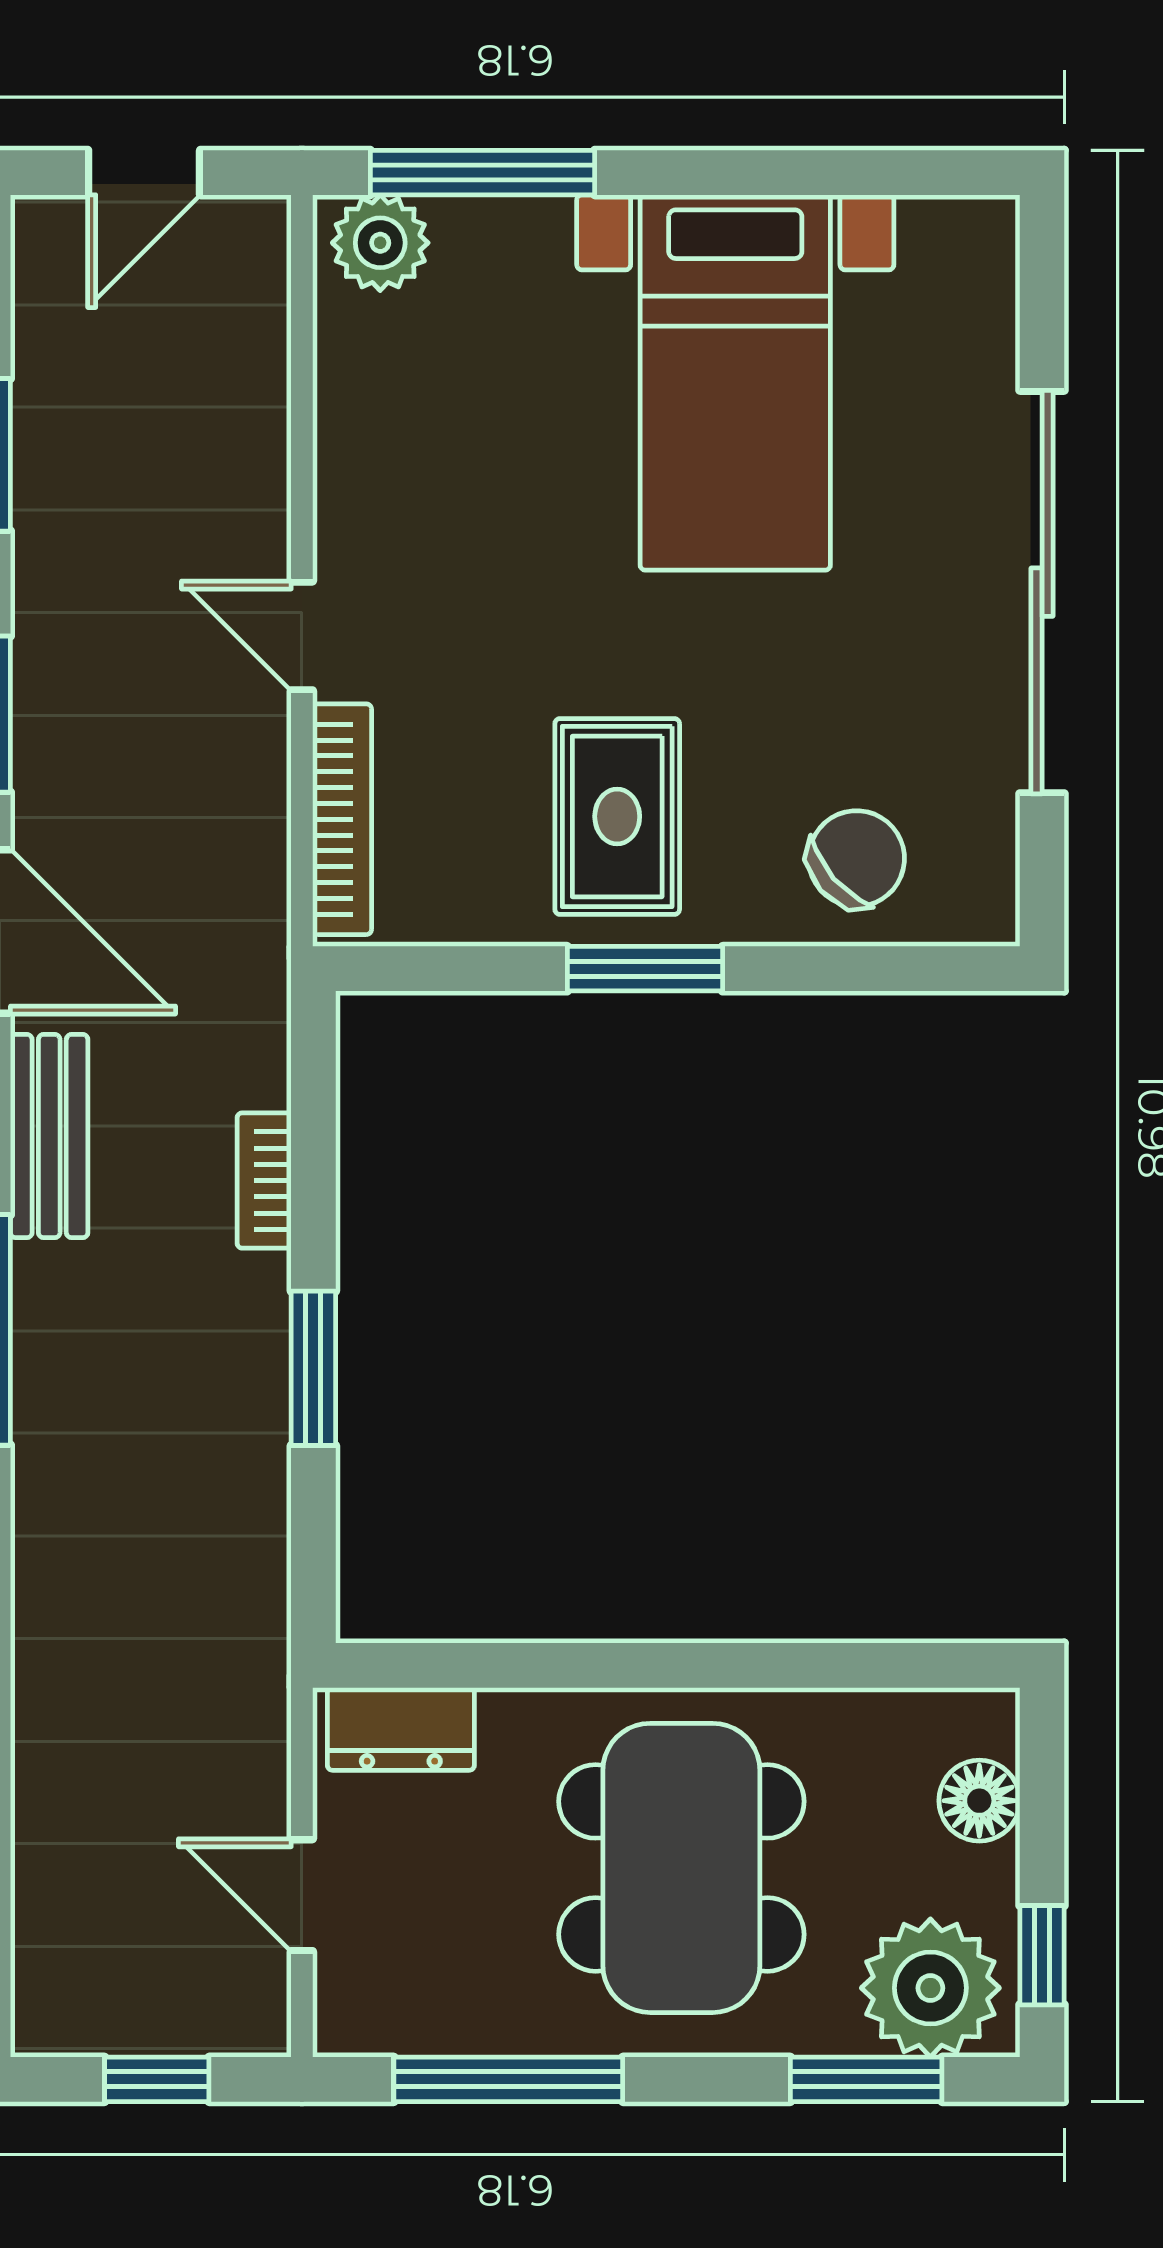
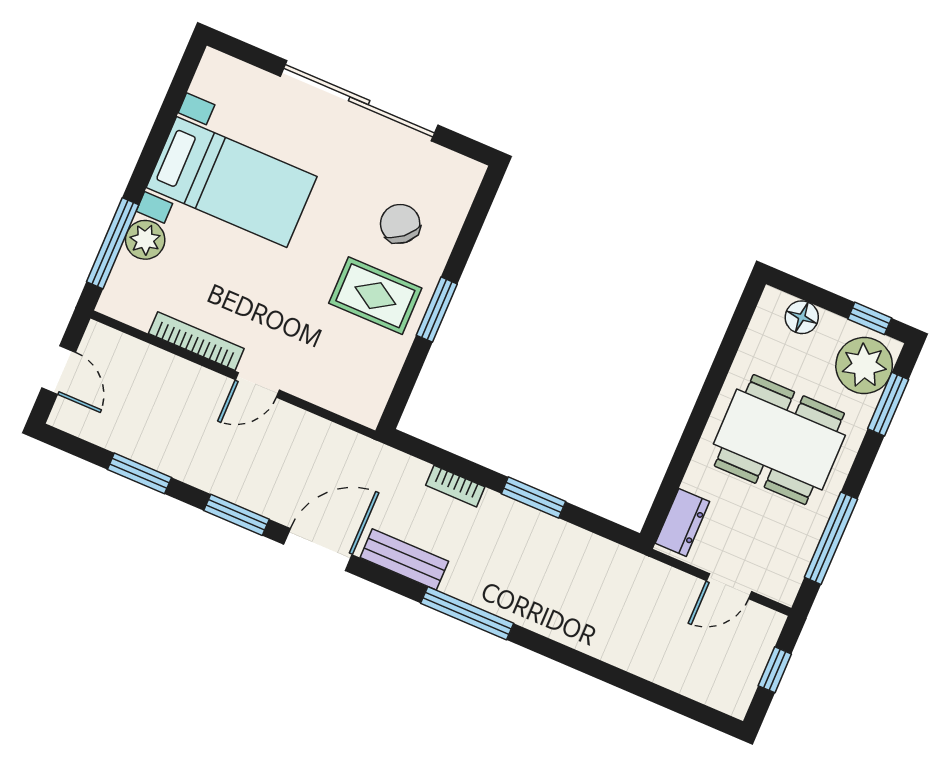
plant: (380, 243) -> (145, 240), moved
bookcase: (342, 819) -> (196, 341), moved
chair: (857, 859) -> (400, 224), moved

